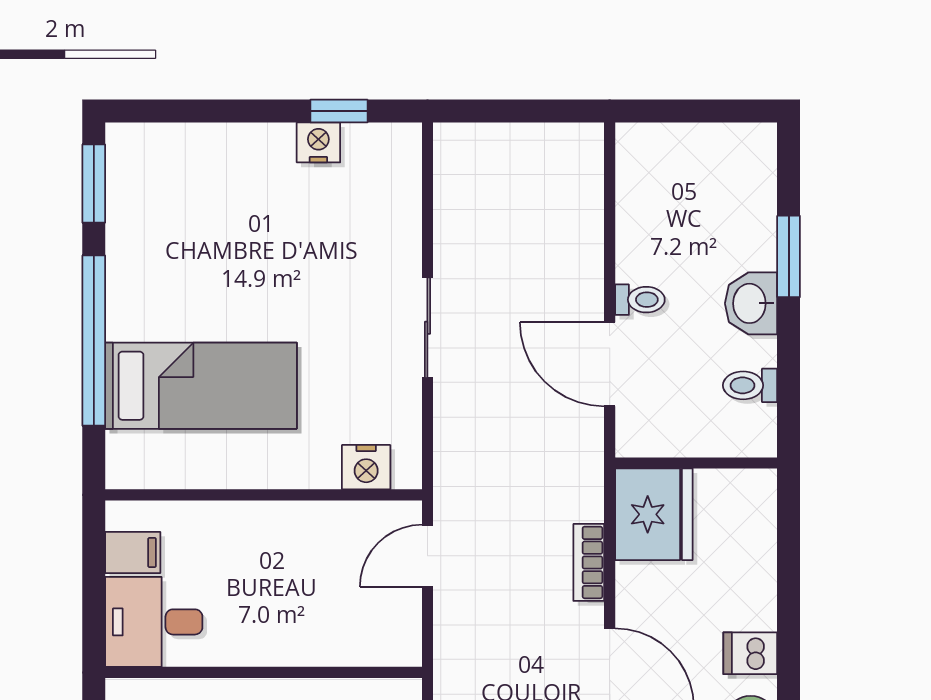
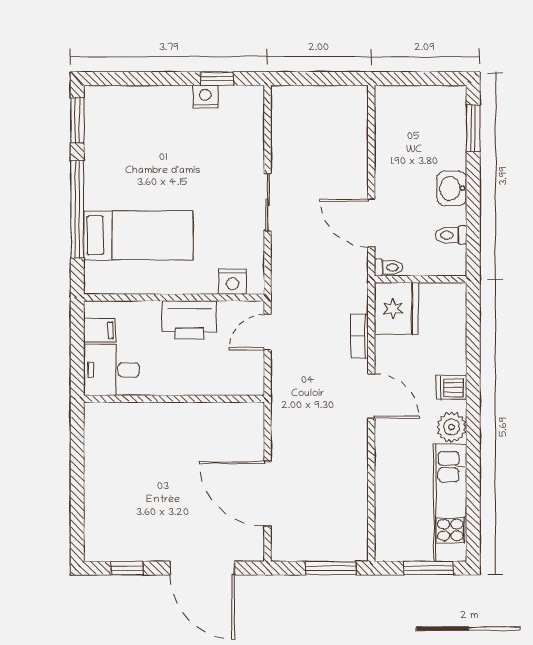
window: (789, 256) -> (473, 128), moved
toilet: (640, 300) -> (389, 267), moved
printer: (290, 535) -> (189, 320), added

